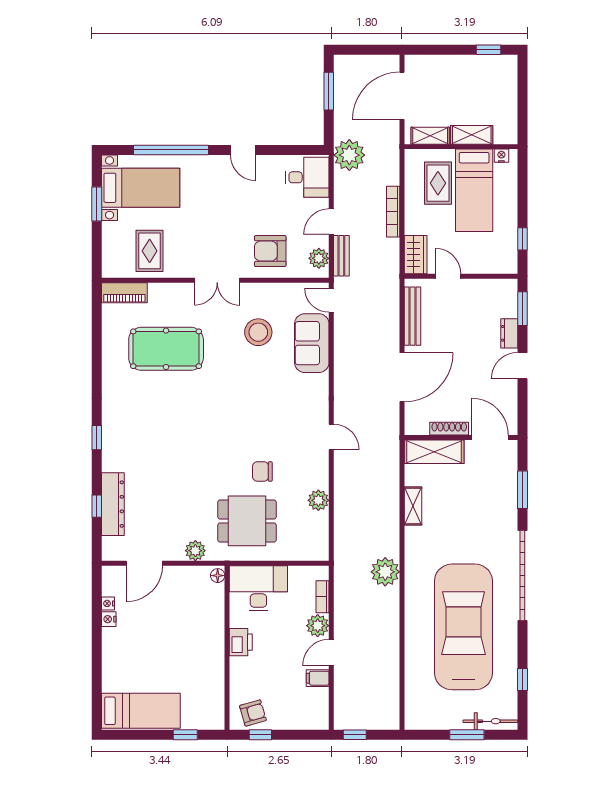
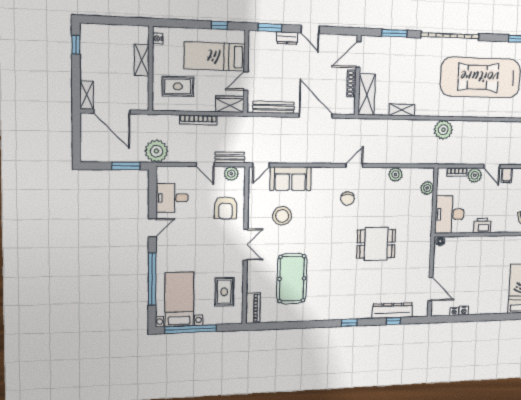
window: (329, 91) -> (126, 166), moved
shelving: (430, 136) -> (87, 95), moved
desk: (307, 177) -> (172, 198), moved, turned -90
bed: (474, 190) -> (215, 56), moved, turned 180
window: (97, 204) -> (191, 329), width x2.11
rug: (150, 251) -> (224, 292), turned 90
chair: (262, 471) -> (347, 199), moved
dining table: (247, 521) -> (376, 244), moved, turned 90
plant: (195, 551) -> (427, 188), moved

